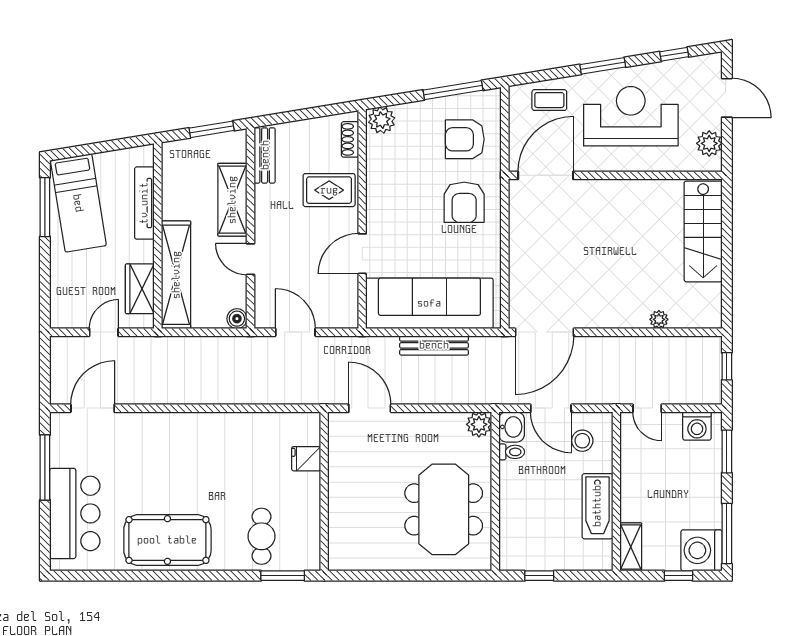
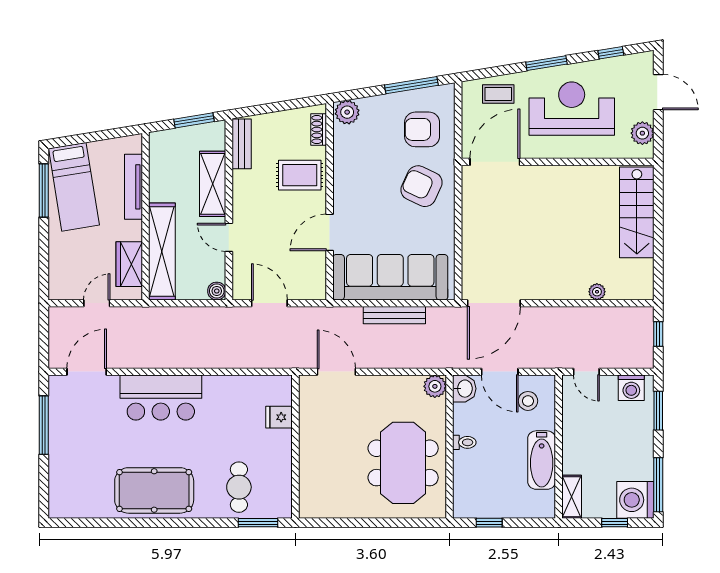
armchair: (464, 202) -> (421, 186), turned 115
toilet: (512, 452) -> (464, 442), moved
bar counter: (75, 513) -> (161, 398), moved, turned 90

